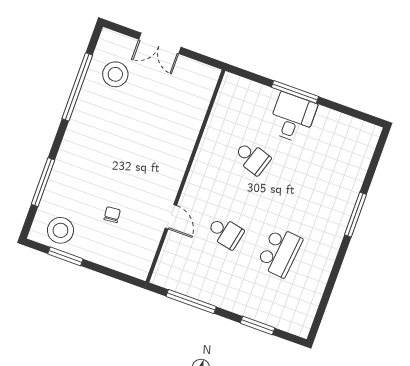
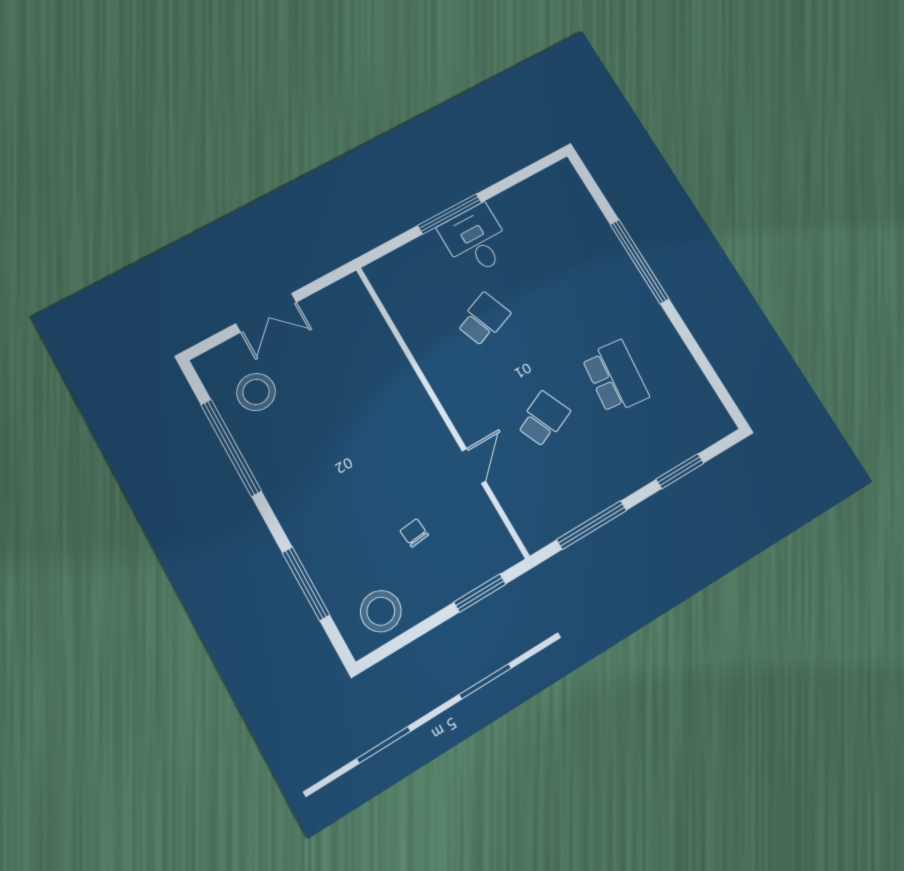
school desk: (252, 158) -> (484, 319), turned -39
window: (355, 215) -> (639, 262), width x1.46
door: (171, 217) -> (474, 466), hinge flipped
school desk: (225, 233) -> (543, 419), turned -36
window: (65, 256) -> (480, 593), moved

